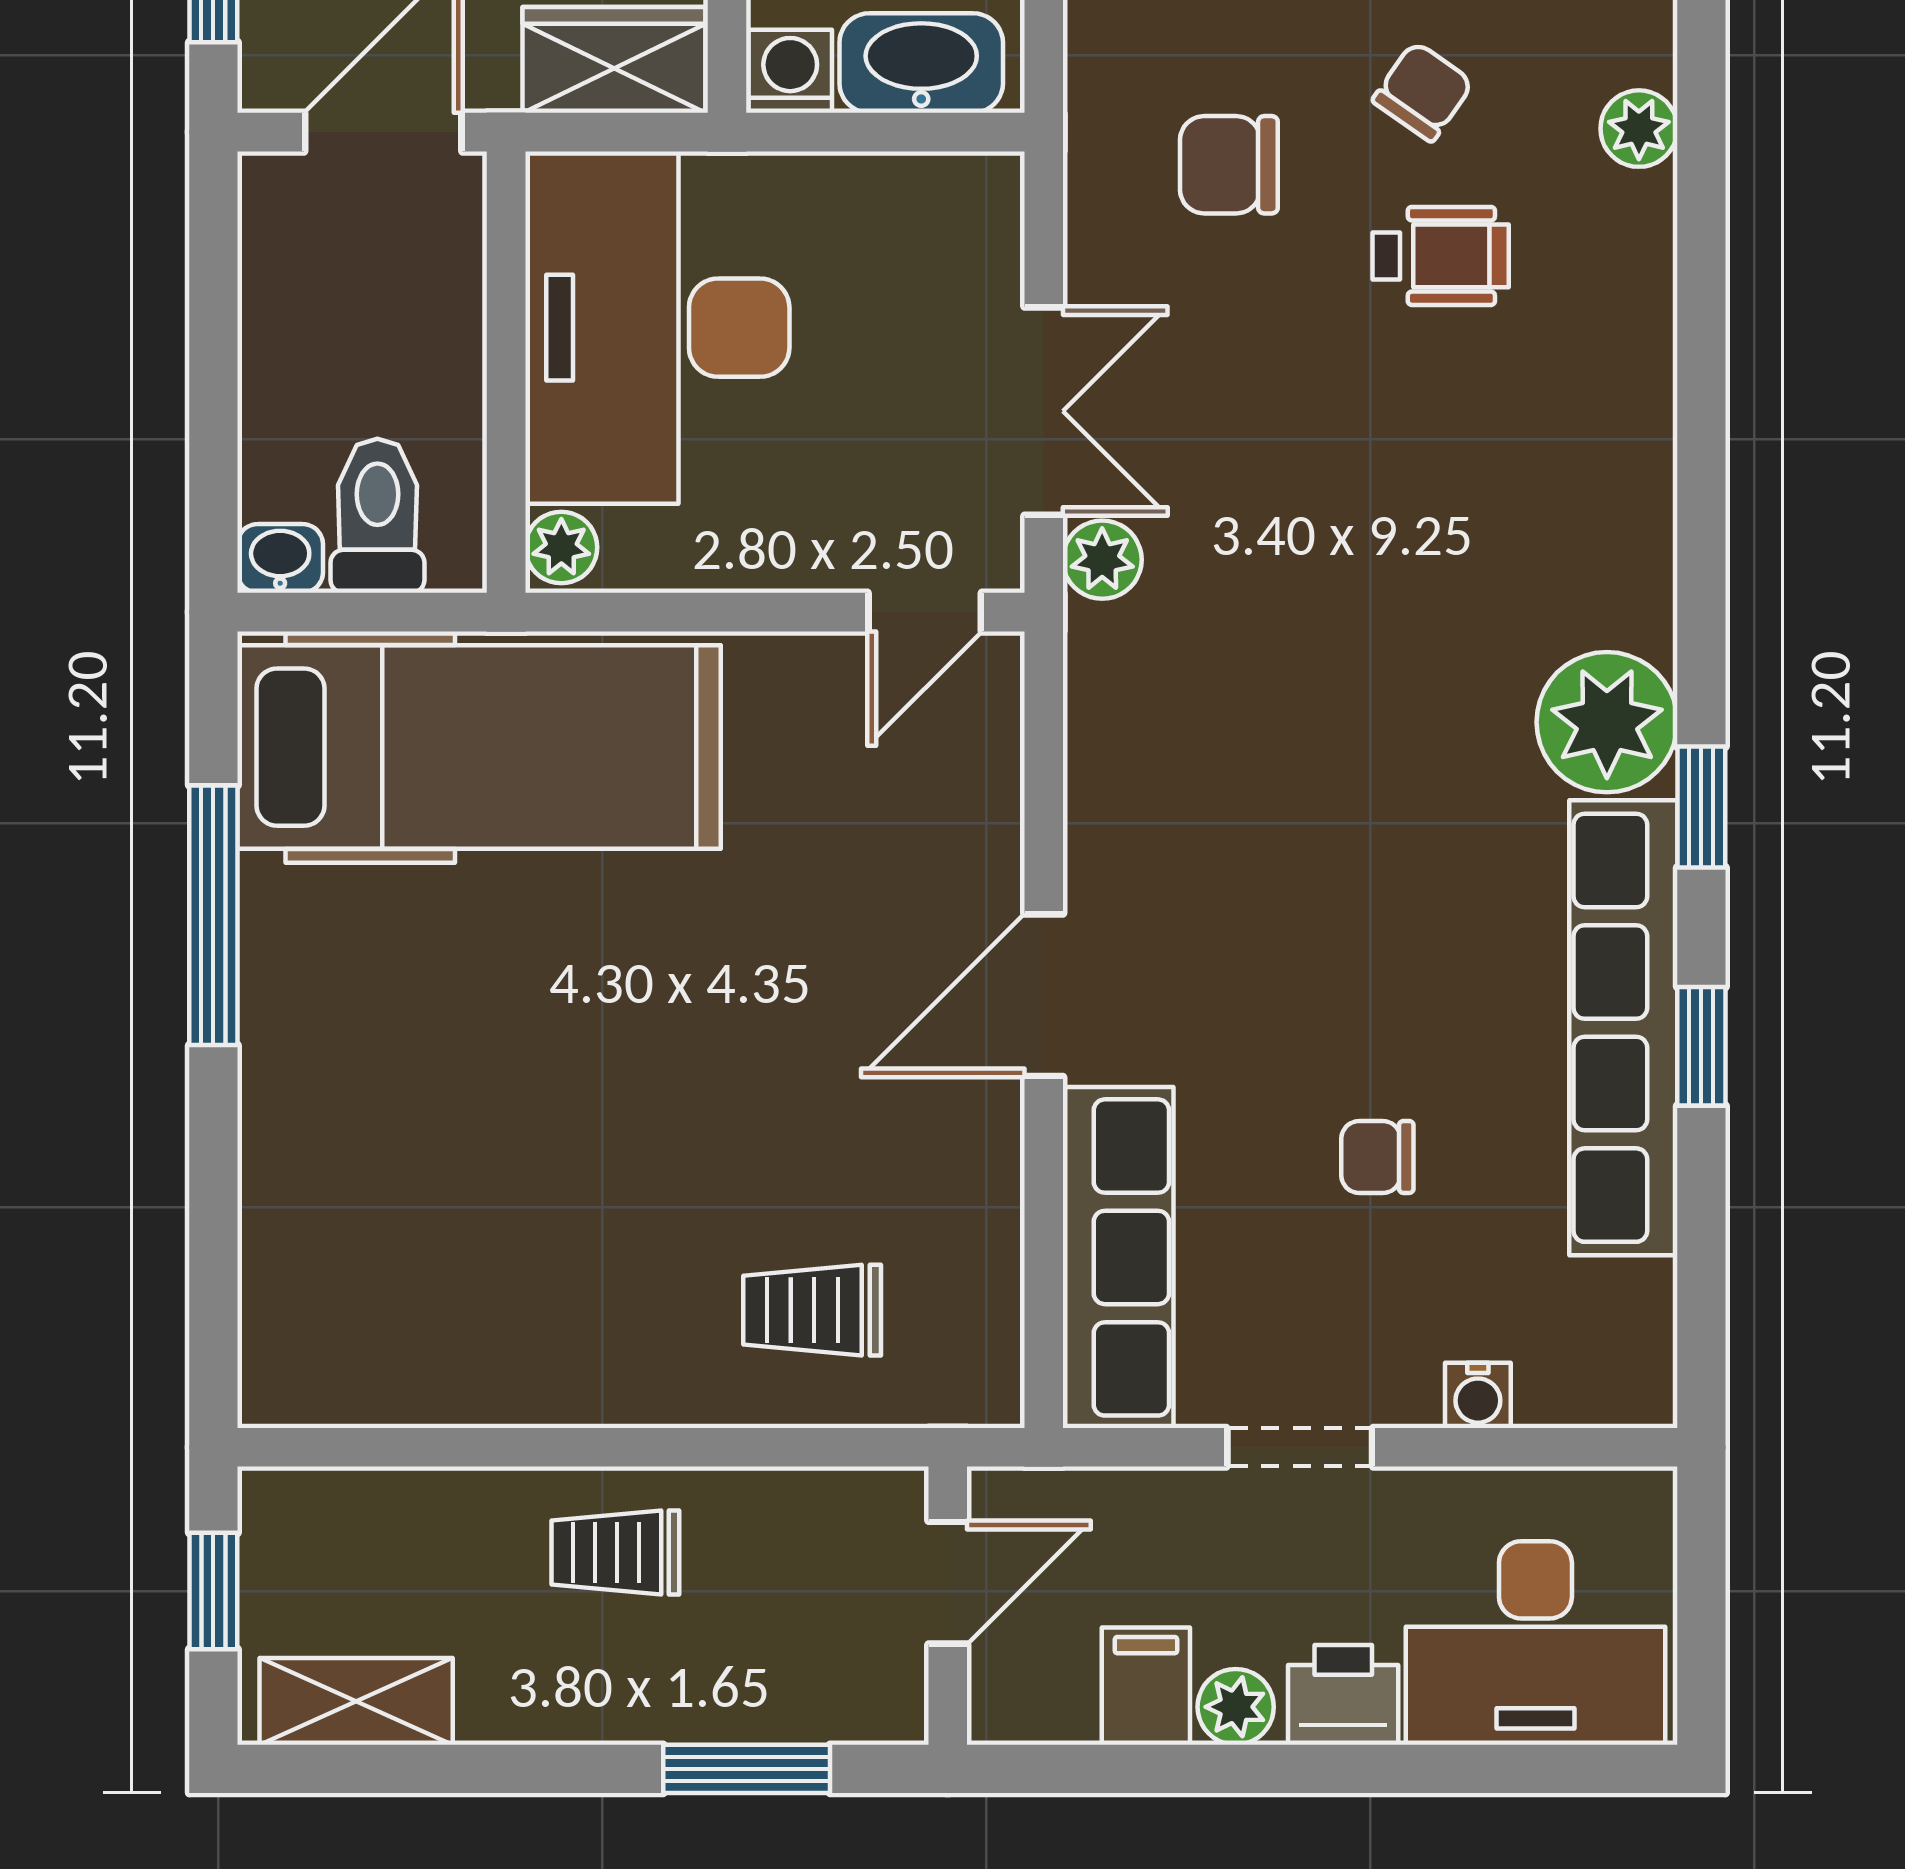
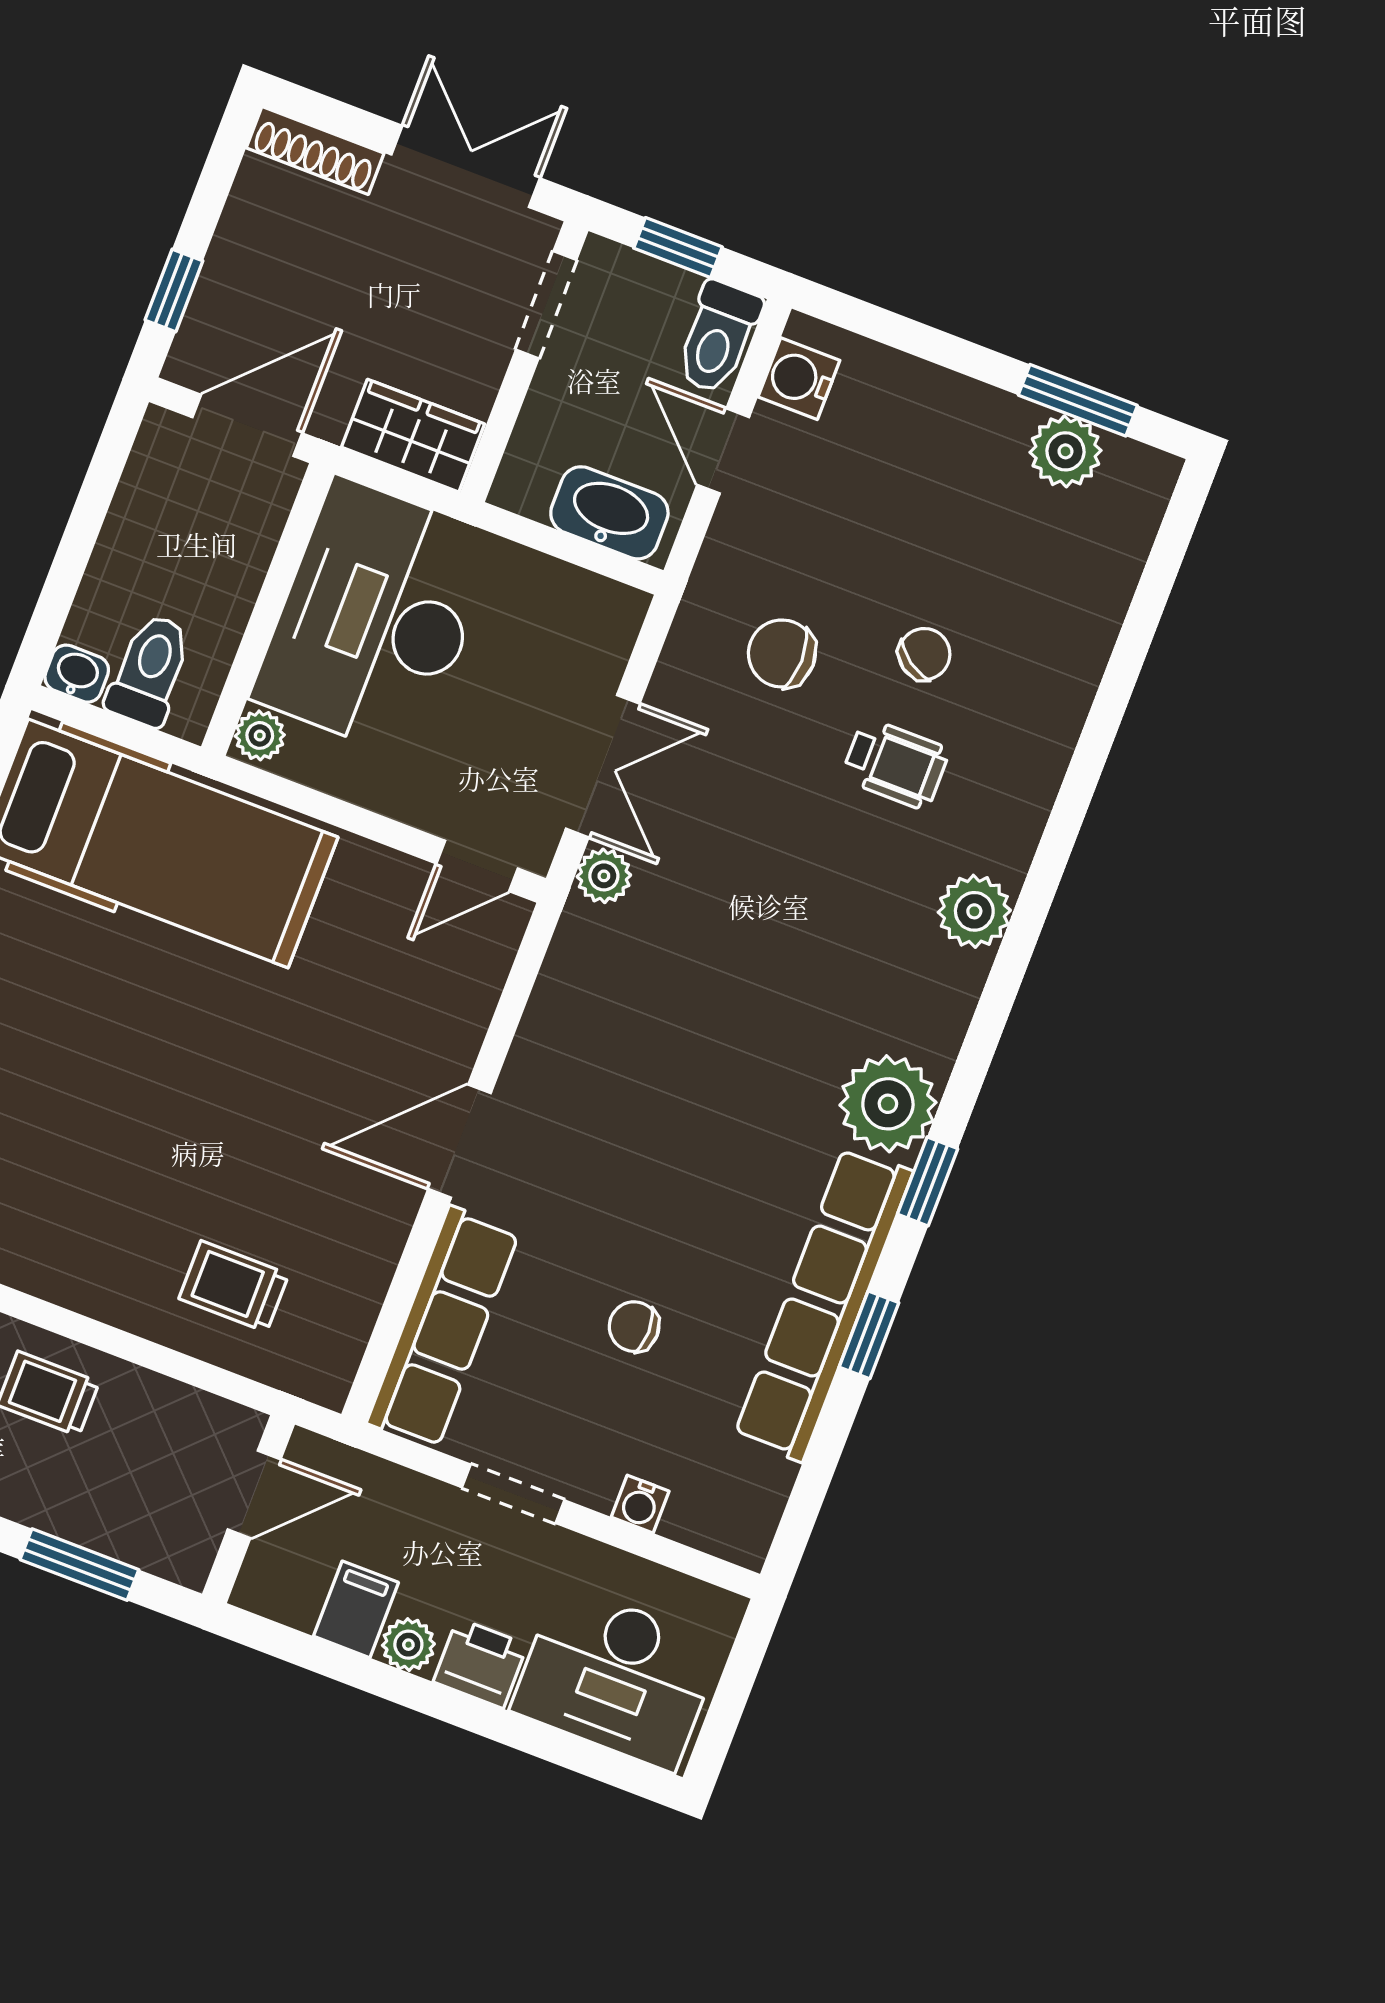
washing machine: (790, 71) -> (523, 486), removed
plant: (1639, 129) -> (974, 911), moved, width x1.38, depth x1.38

